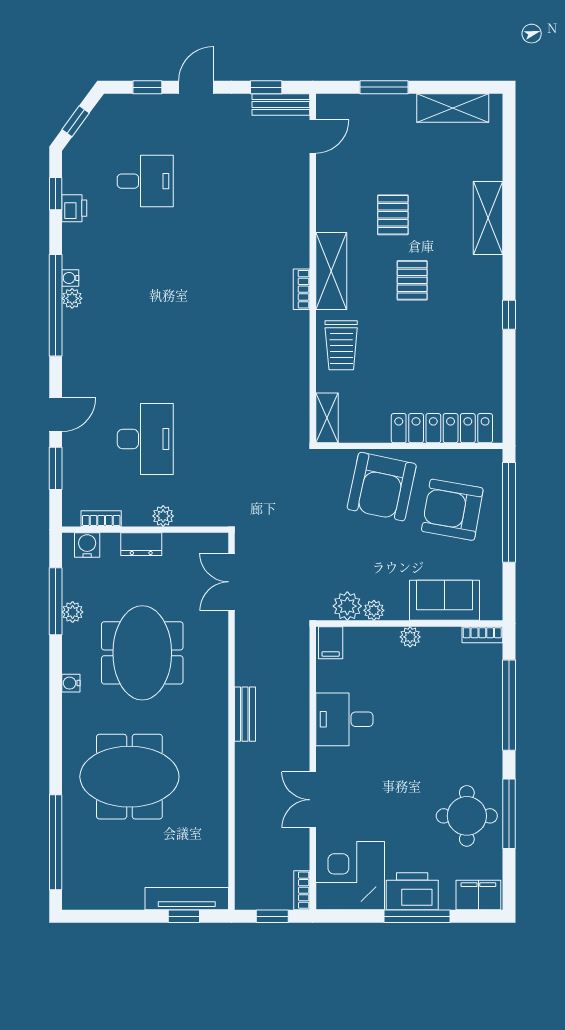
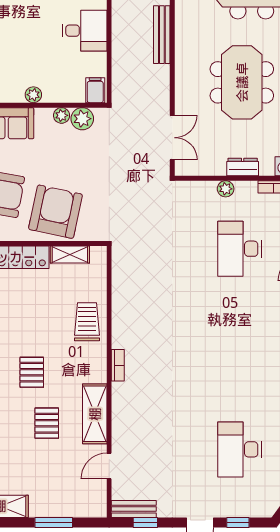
door: (313, 136) -> (109, 466), moved
desk: (145, 181) -> (239, 449), width x1.37
shelving: (331, 271) -> (95, 414), moved
shelving: (327, 418) -> (70, 255), moved, turned 90
bench: (245, 714) -> (162, 35), width x1.36

